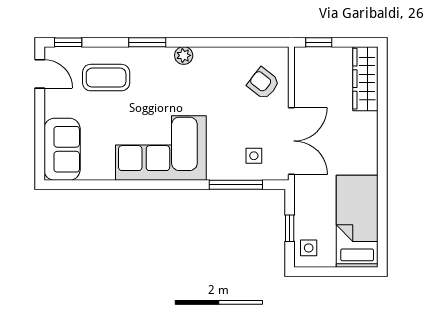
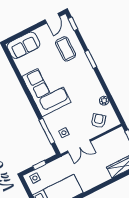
plant: (184, 55) -> (104, 101), moved
double door: (291, 141) -> (79, 146), width x0.73

